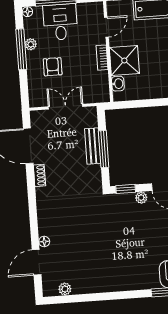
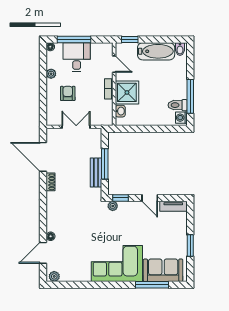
door: (106, 27) -> (114, 64), hinge flipped
window: (21, 49) -> (43, 77), removed
bench: (93, 146) -> (96, 173), moved
plant: (141, 198) -> (113, 206), moved
corner sofa: (127, 269) -> (117, 263), added
plant: (65, 289) -> (54, 276), moved

